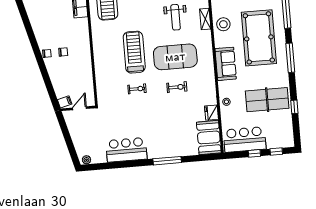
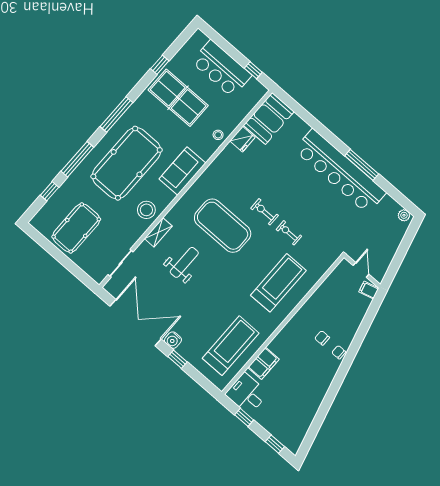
treadmill: (134, 52) -> (278, 283), moved, turned 180
exercise bike: (177, 87) -> (265, 212), moved
door: (79, 108) -> (361, 270), swing flipped
bar counter: (245, 139) -> (222, 69), moved
bar counter: (126, 150) -> (340, 171), width x1.86
window: (276, 151) -> (219, 41), removed
window: (254, 153) -> (253, 70), moved
window: (167, 161) -> (362, 165), moved

